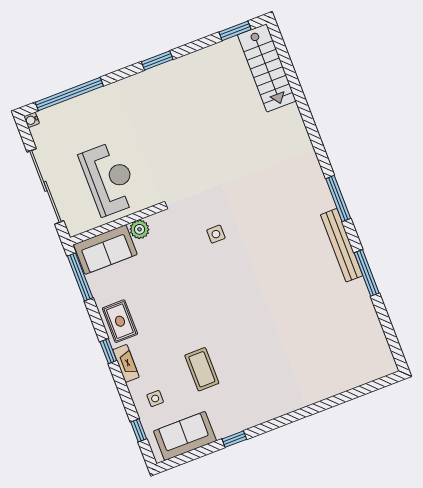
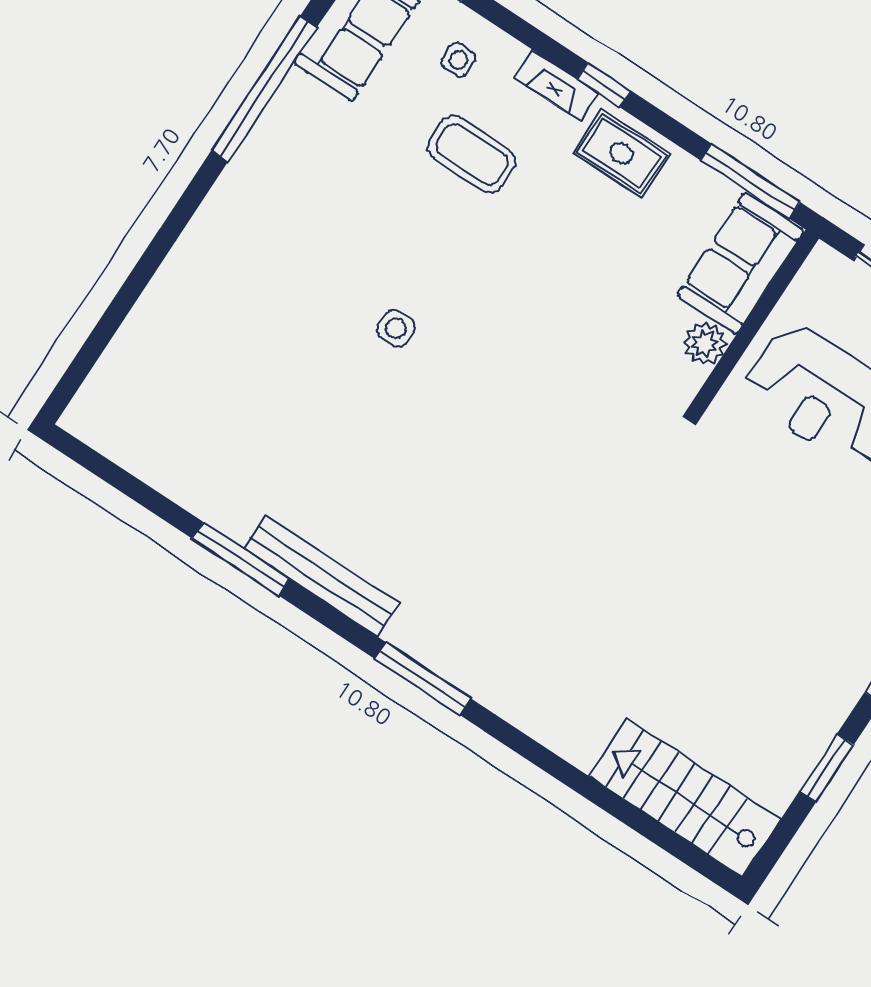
window: (235, 31) -> (826, 768), moved
window: (338, 198) -> (423, 679), moved
side table: (216, 234) -> (396, 328), moved
coffee table: (202, 369) -> (472, 154), moved
window: (234, 439) -> (264, 89), width x3.17

